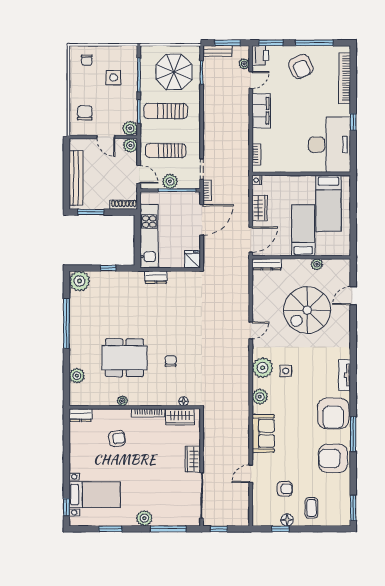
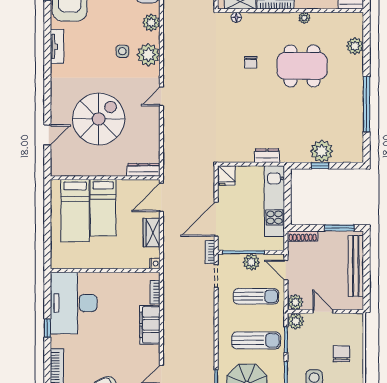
filing cabinet: (261, 111) -> (150, 325), moved
chair: (85, 113) -> (342, 354), moved, turned 180
bed: (328, 203) -> (75, 211), moved, turned 180
plant: (317, 264) -> (88, 170), removed
plant: (79, 281) -> (322, 151), moved

